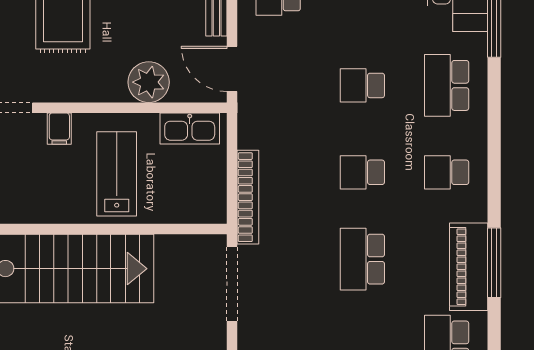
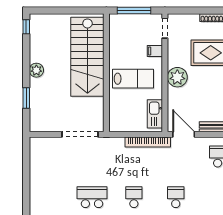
door: (232, 69) -> (184, 134), hinge flipped
plant: (149, 82) -> (177, 77), moved
bookcase: (248, 197) -> (148, 142), moved

